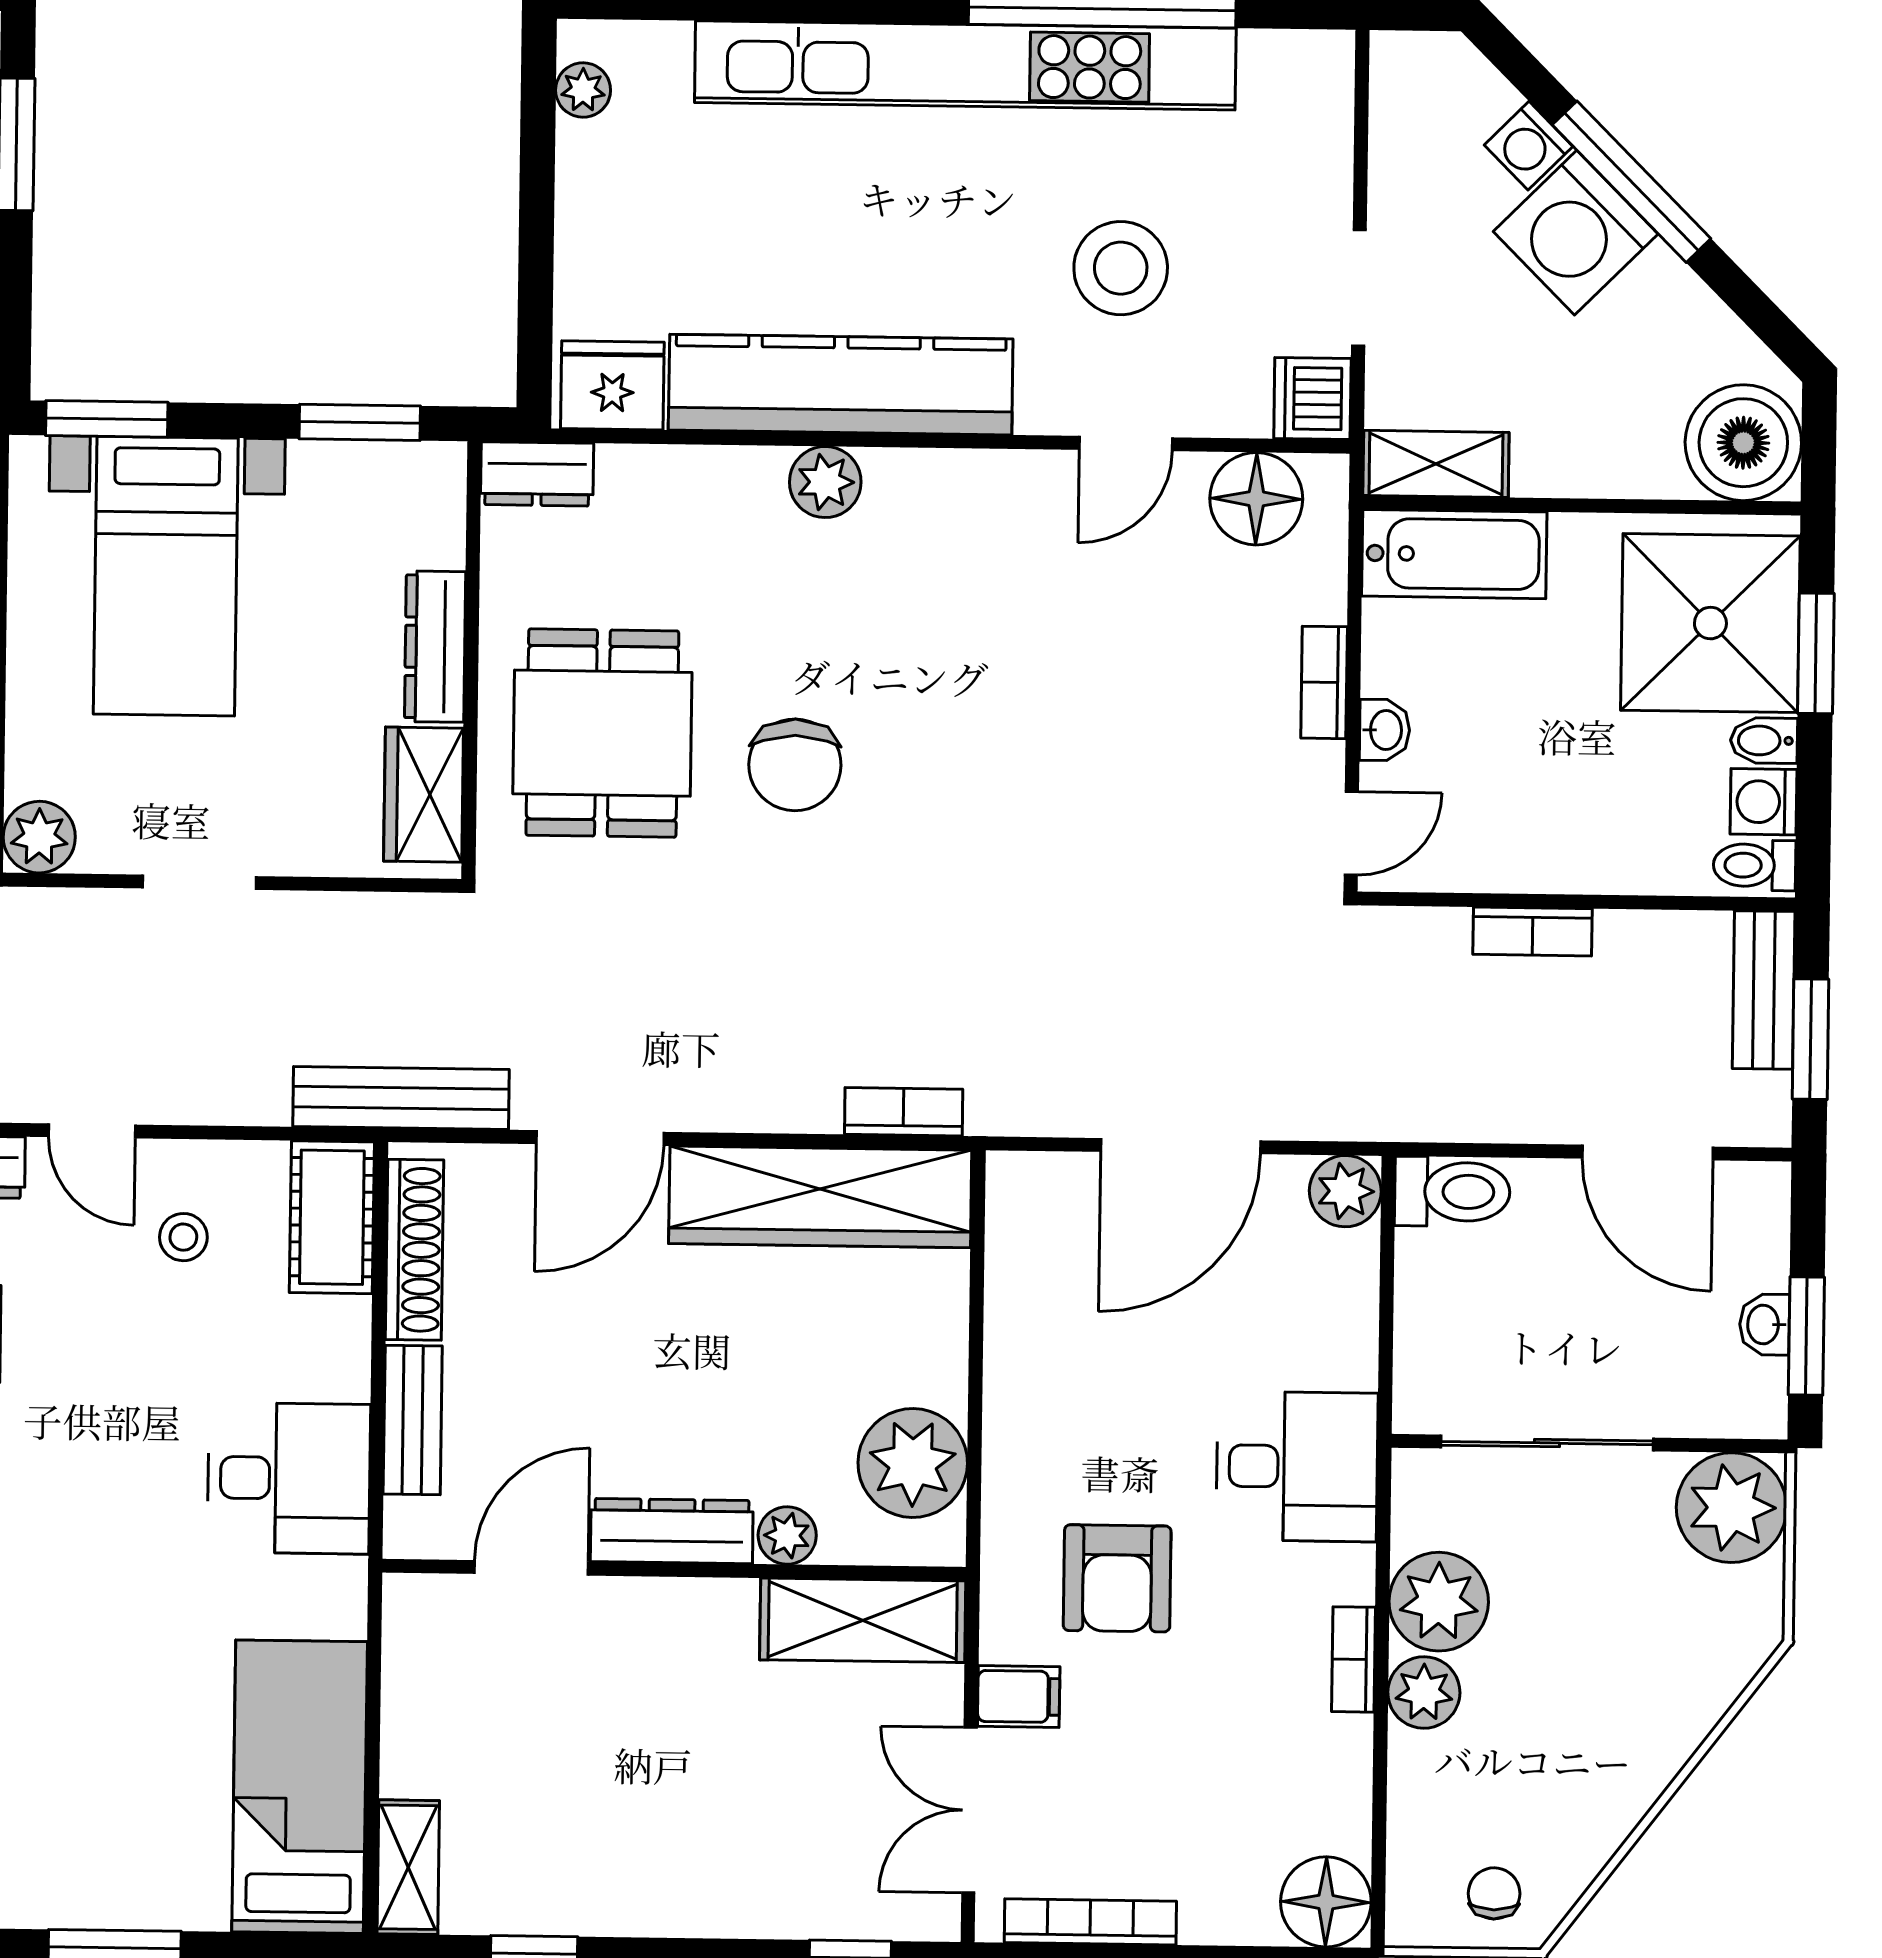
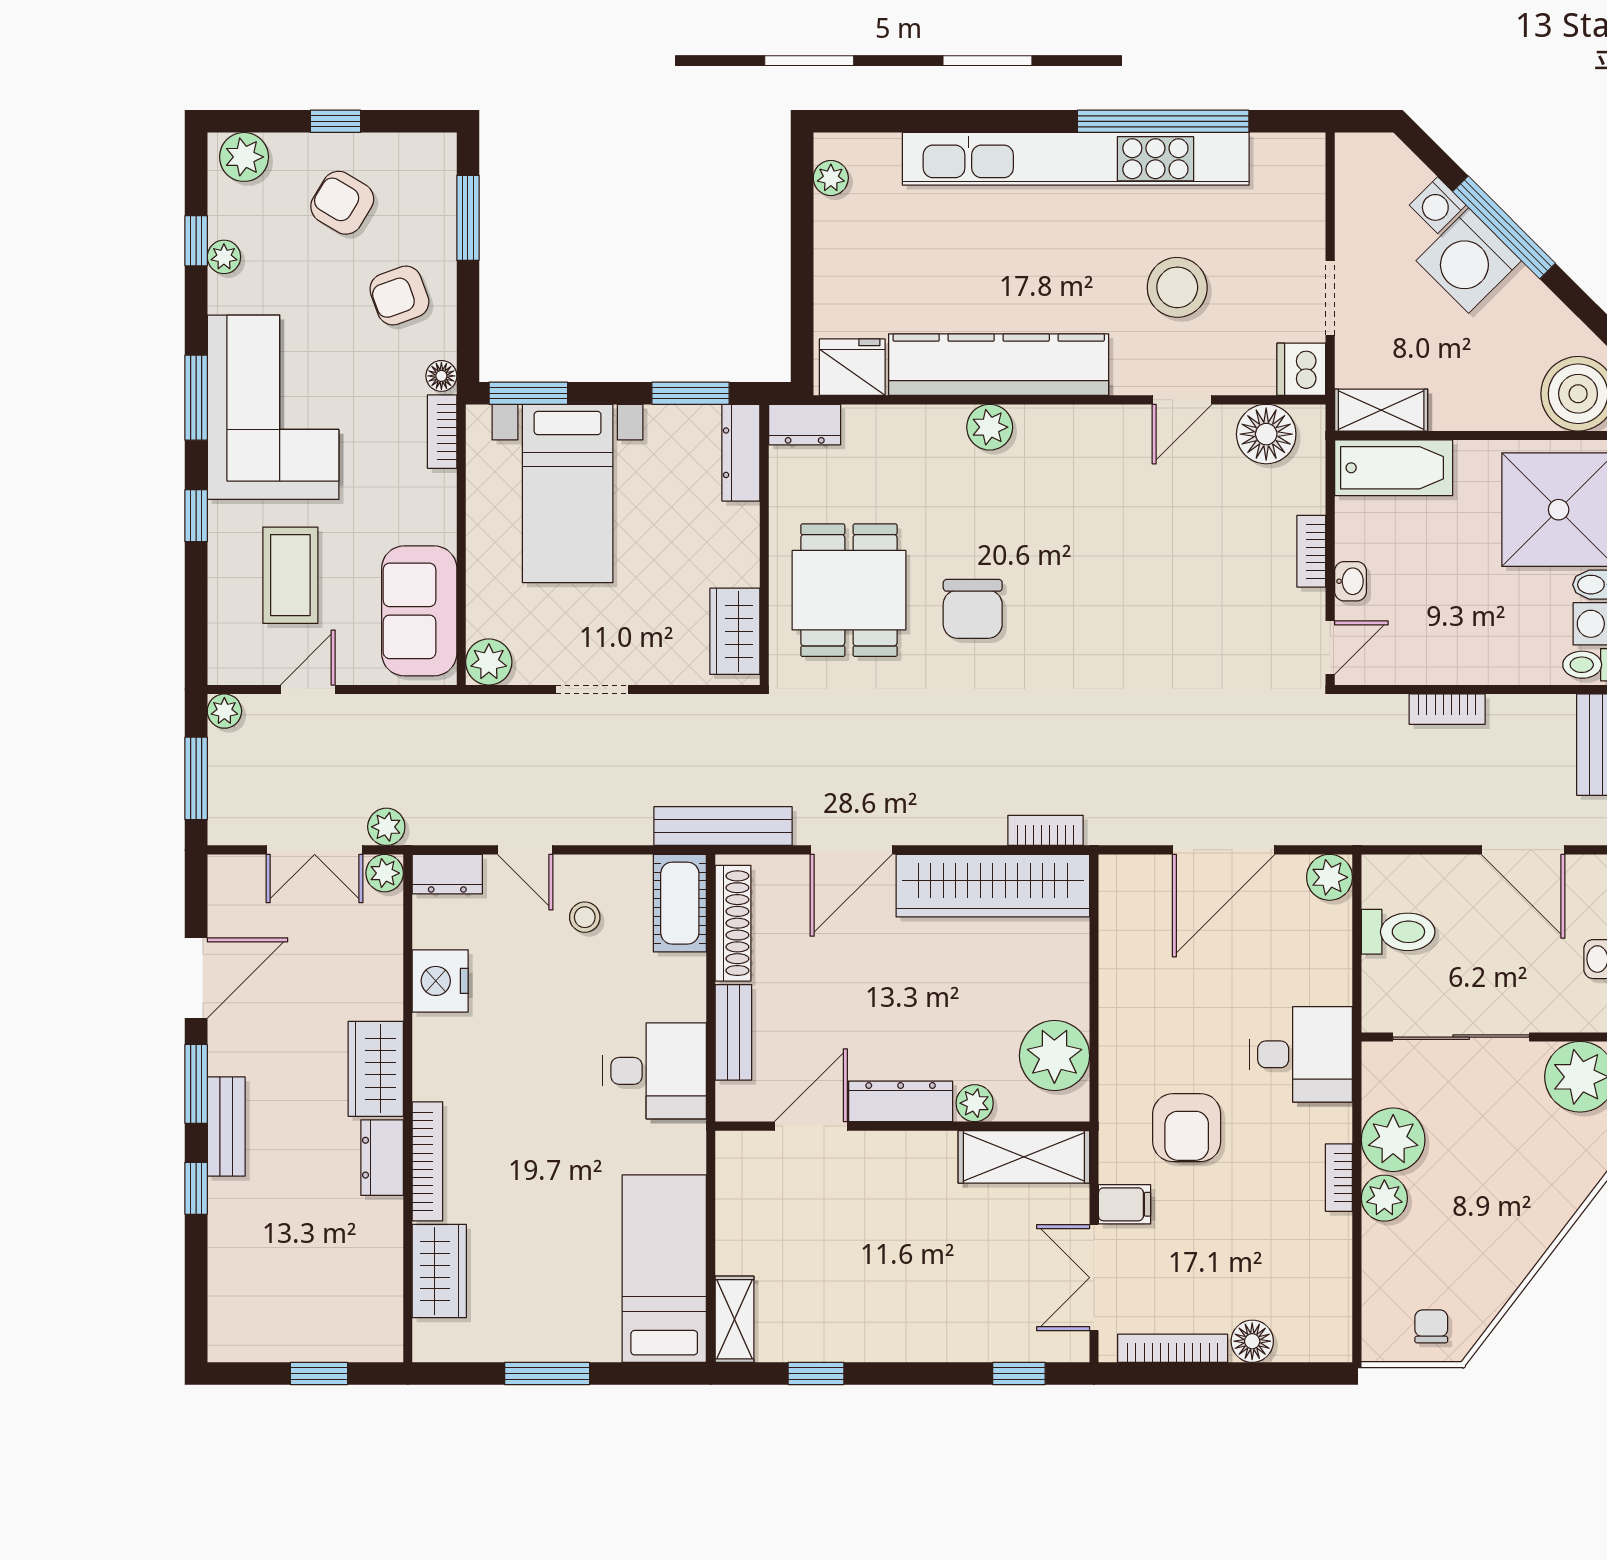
dresser: (435, 647) -> (741, 453), moved
toilet: (1452, 1192) -> (1398, 932), moved
floor lamp: (1326, 1902) -> (1252, 1341), moved, width x0.73, depth x0.73

